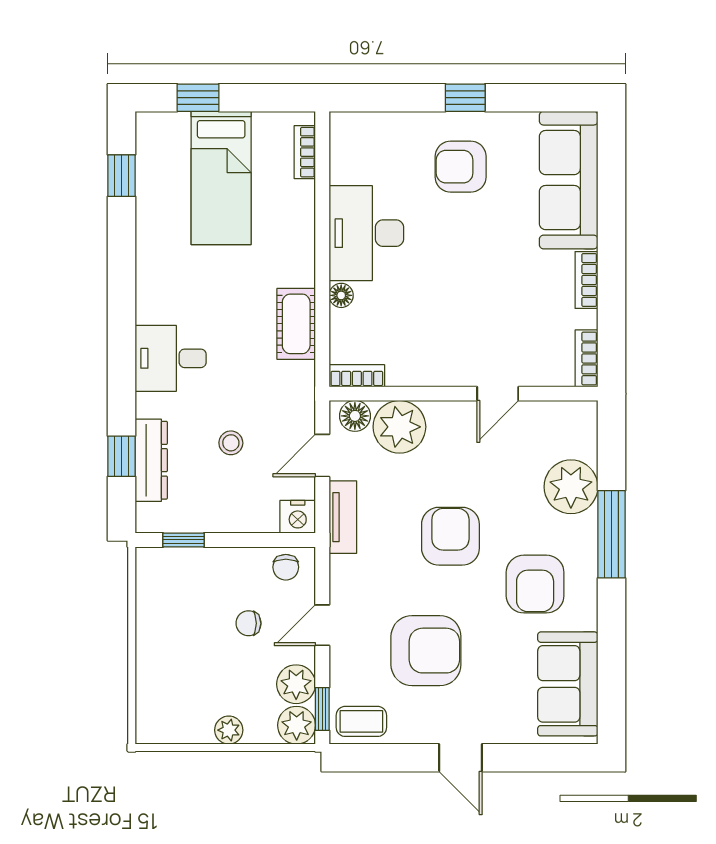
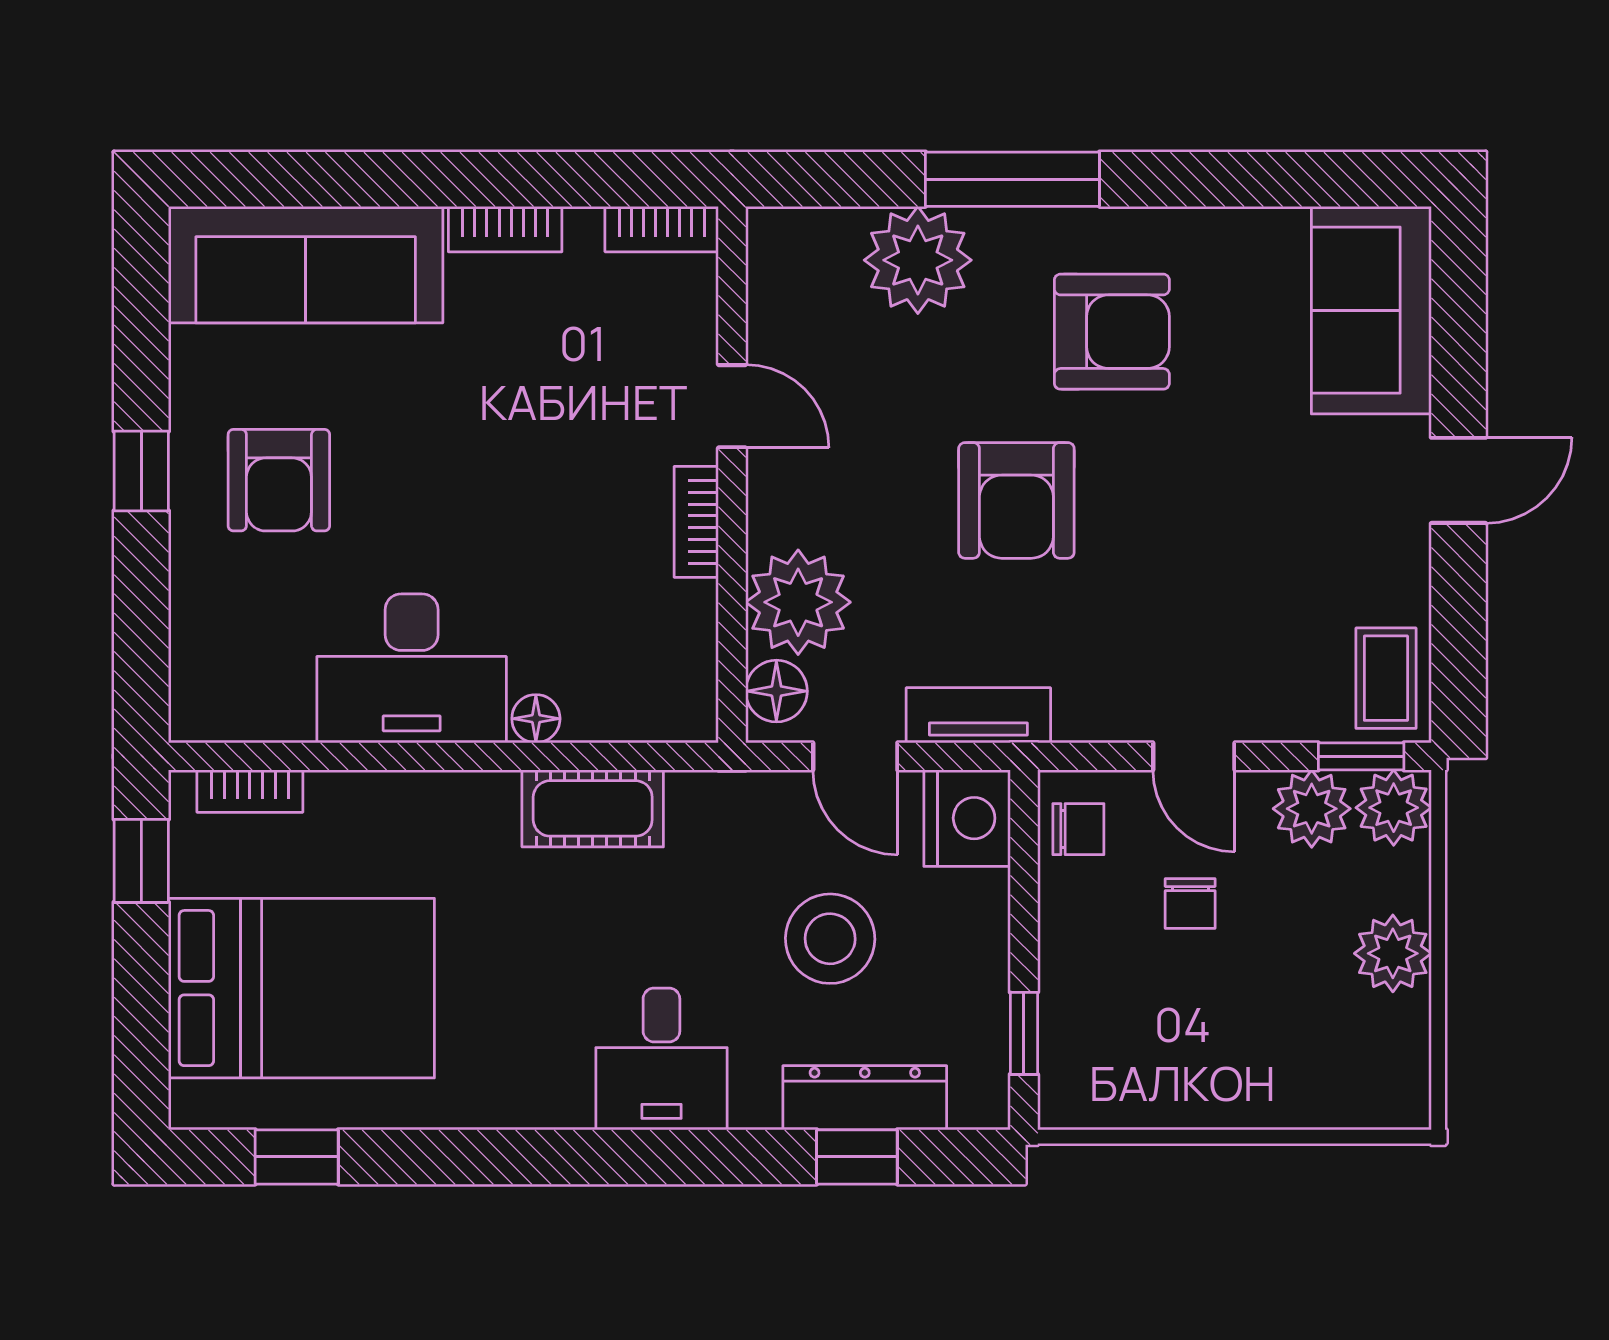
window: (198, 98) -> (141, 861), moved
bed: (221, 178) -> (301, 988), width x1.50
bookcase: (357, 376) -> (696, 522), moved
stool: (231, 443) -> (830, 939), width x1.89, depth x1.89
nightstand: (298, 517) -> (967, 818), width x1.36, depth x1.33
armchair: (450, 536) -> (1016, 500), turned -90
armchair: (426, 651) -> (1245, 549), removed
sofa: (568, 684) -> (1371, 310), moved, turned 90
plant: (229, 730) -> (1393, 953), width x1.38, depth x1.38

